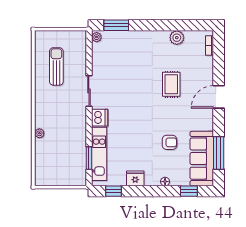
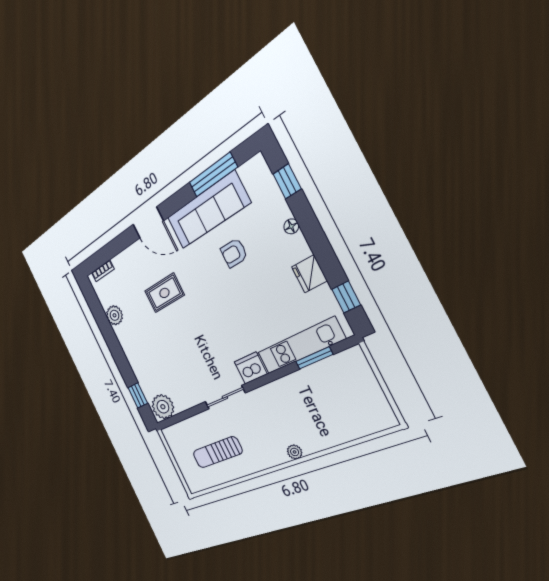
window: (116, 25) -> (138, 395), width x0.67
plant: (97, 37) -> (163, 407), width x1.88, depth x1.88
plant: (39, 133) -> (295, 452), moved
armchair: (170, 142) -> (234, 253), turned -90
sofa: (202, 159) -> (208, 210), moved

